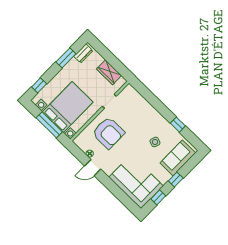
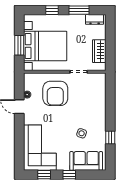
window: (39, 85) -> (52, 10), moved
window: (49, 125) -> (19, 45), width x0.69

